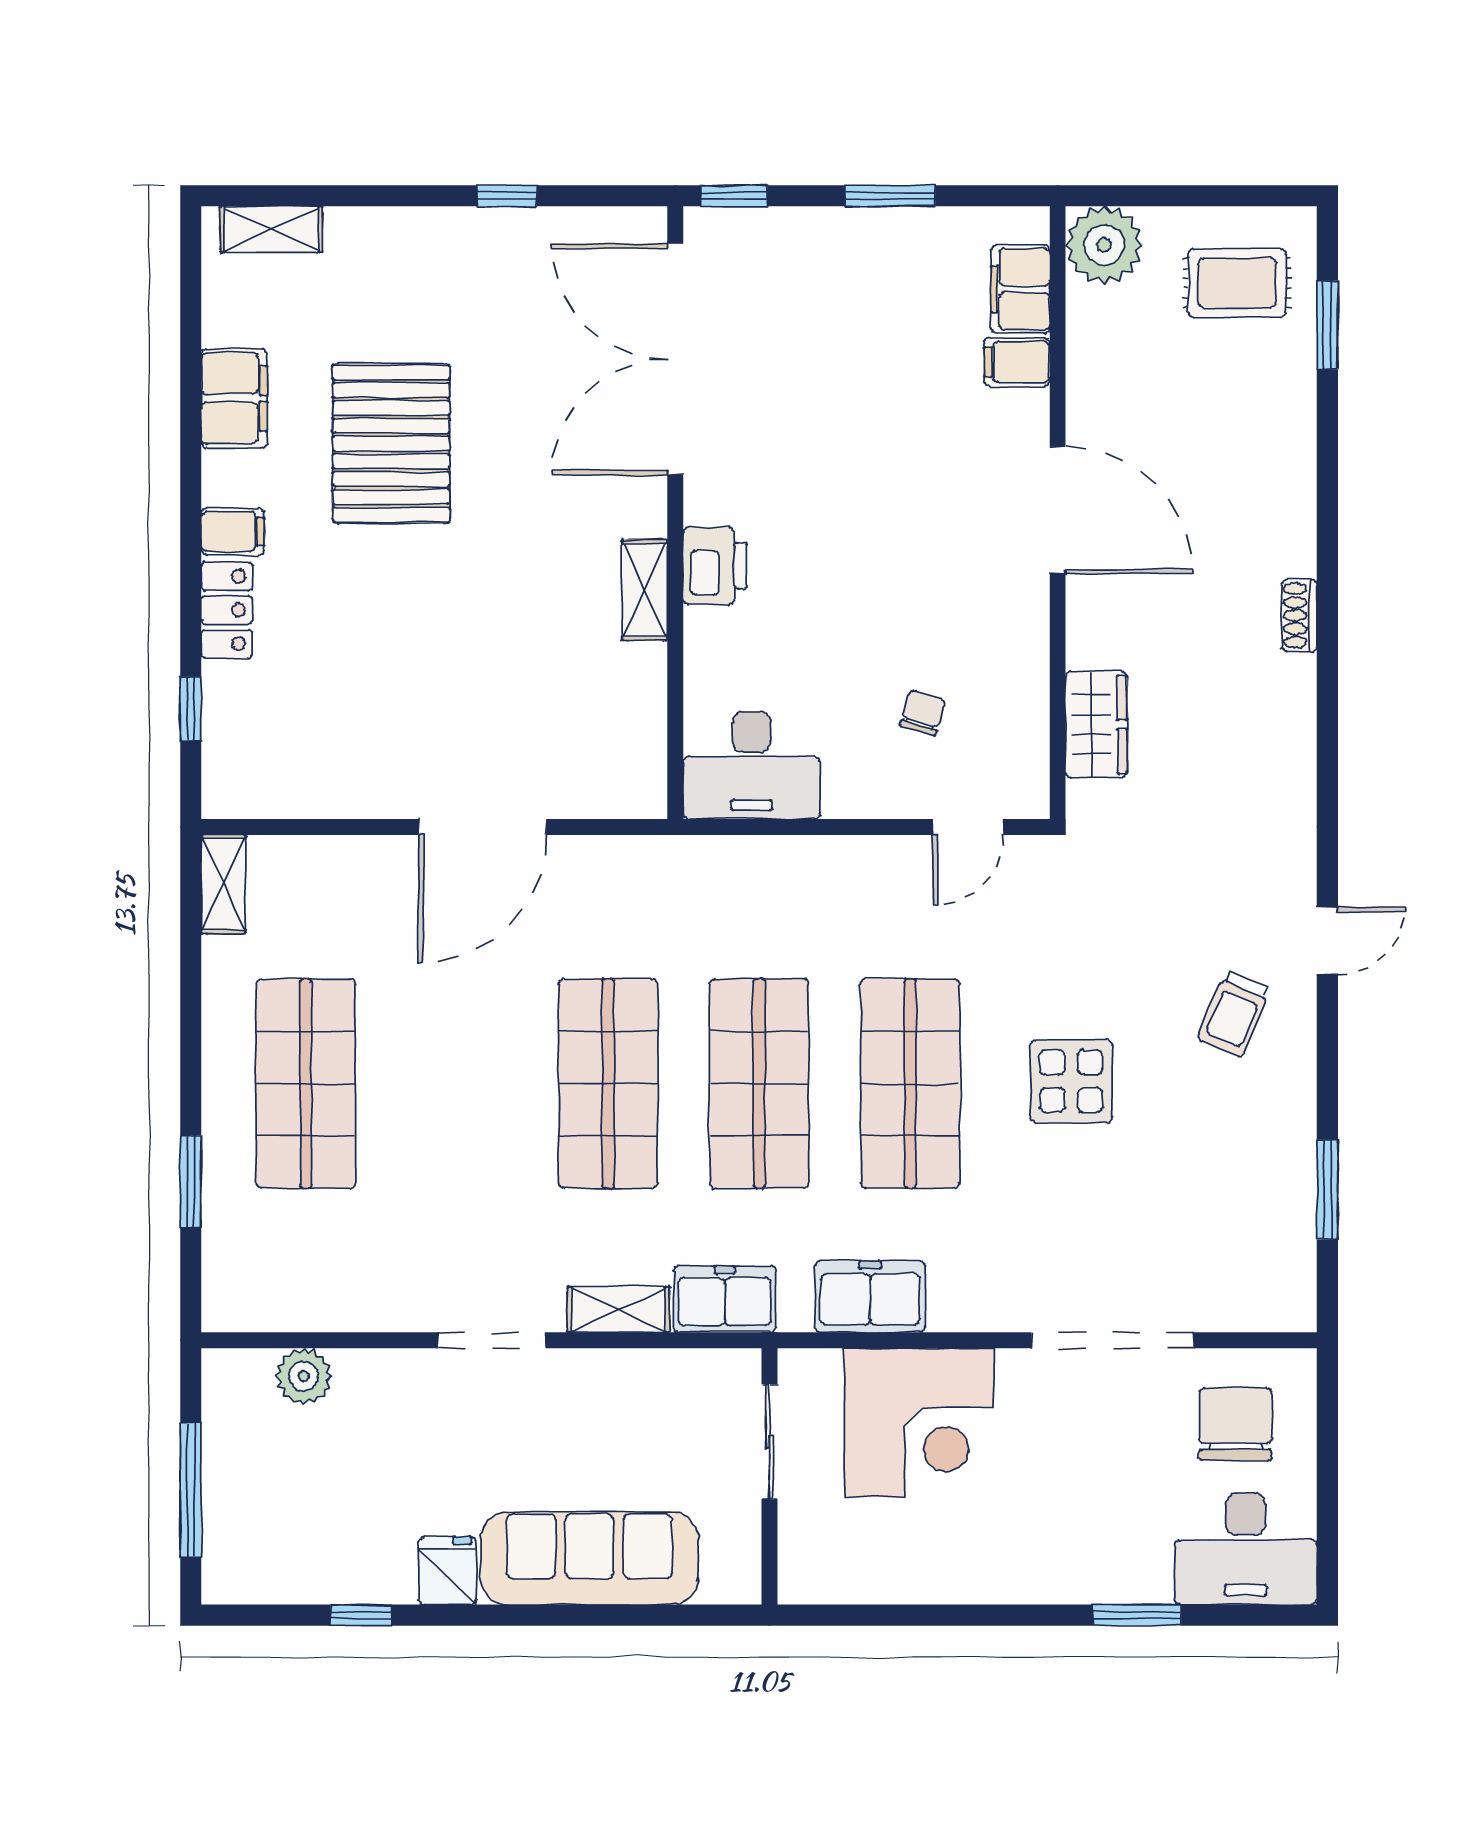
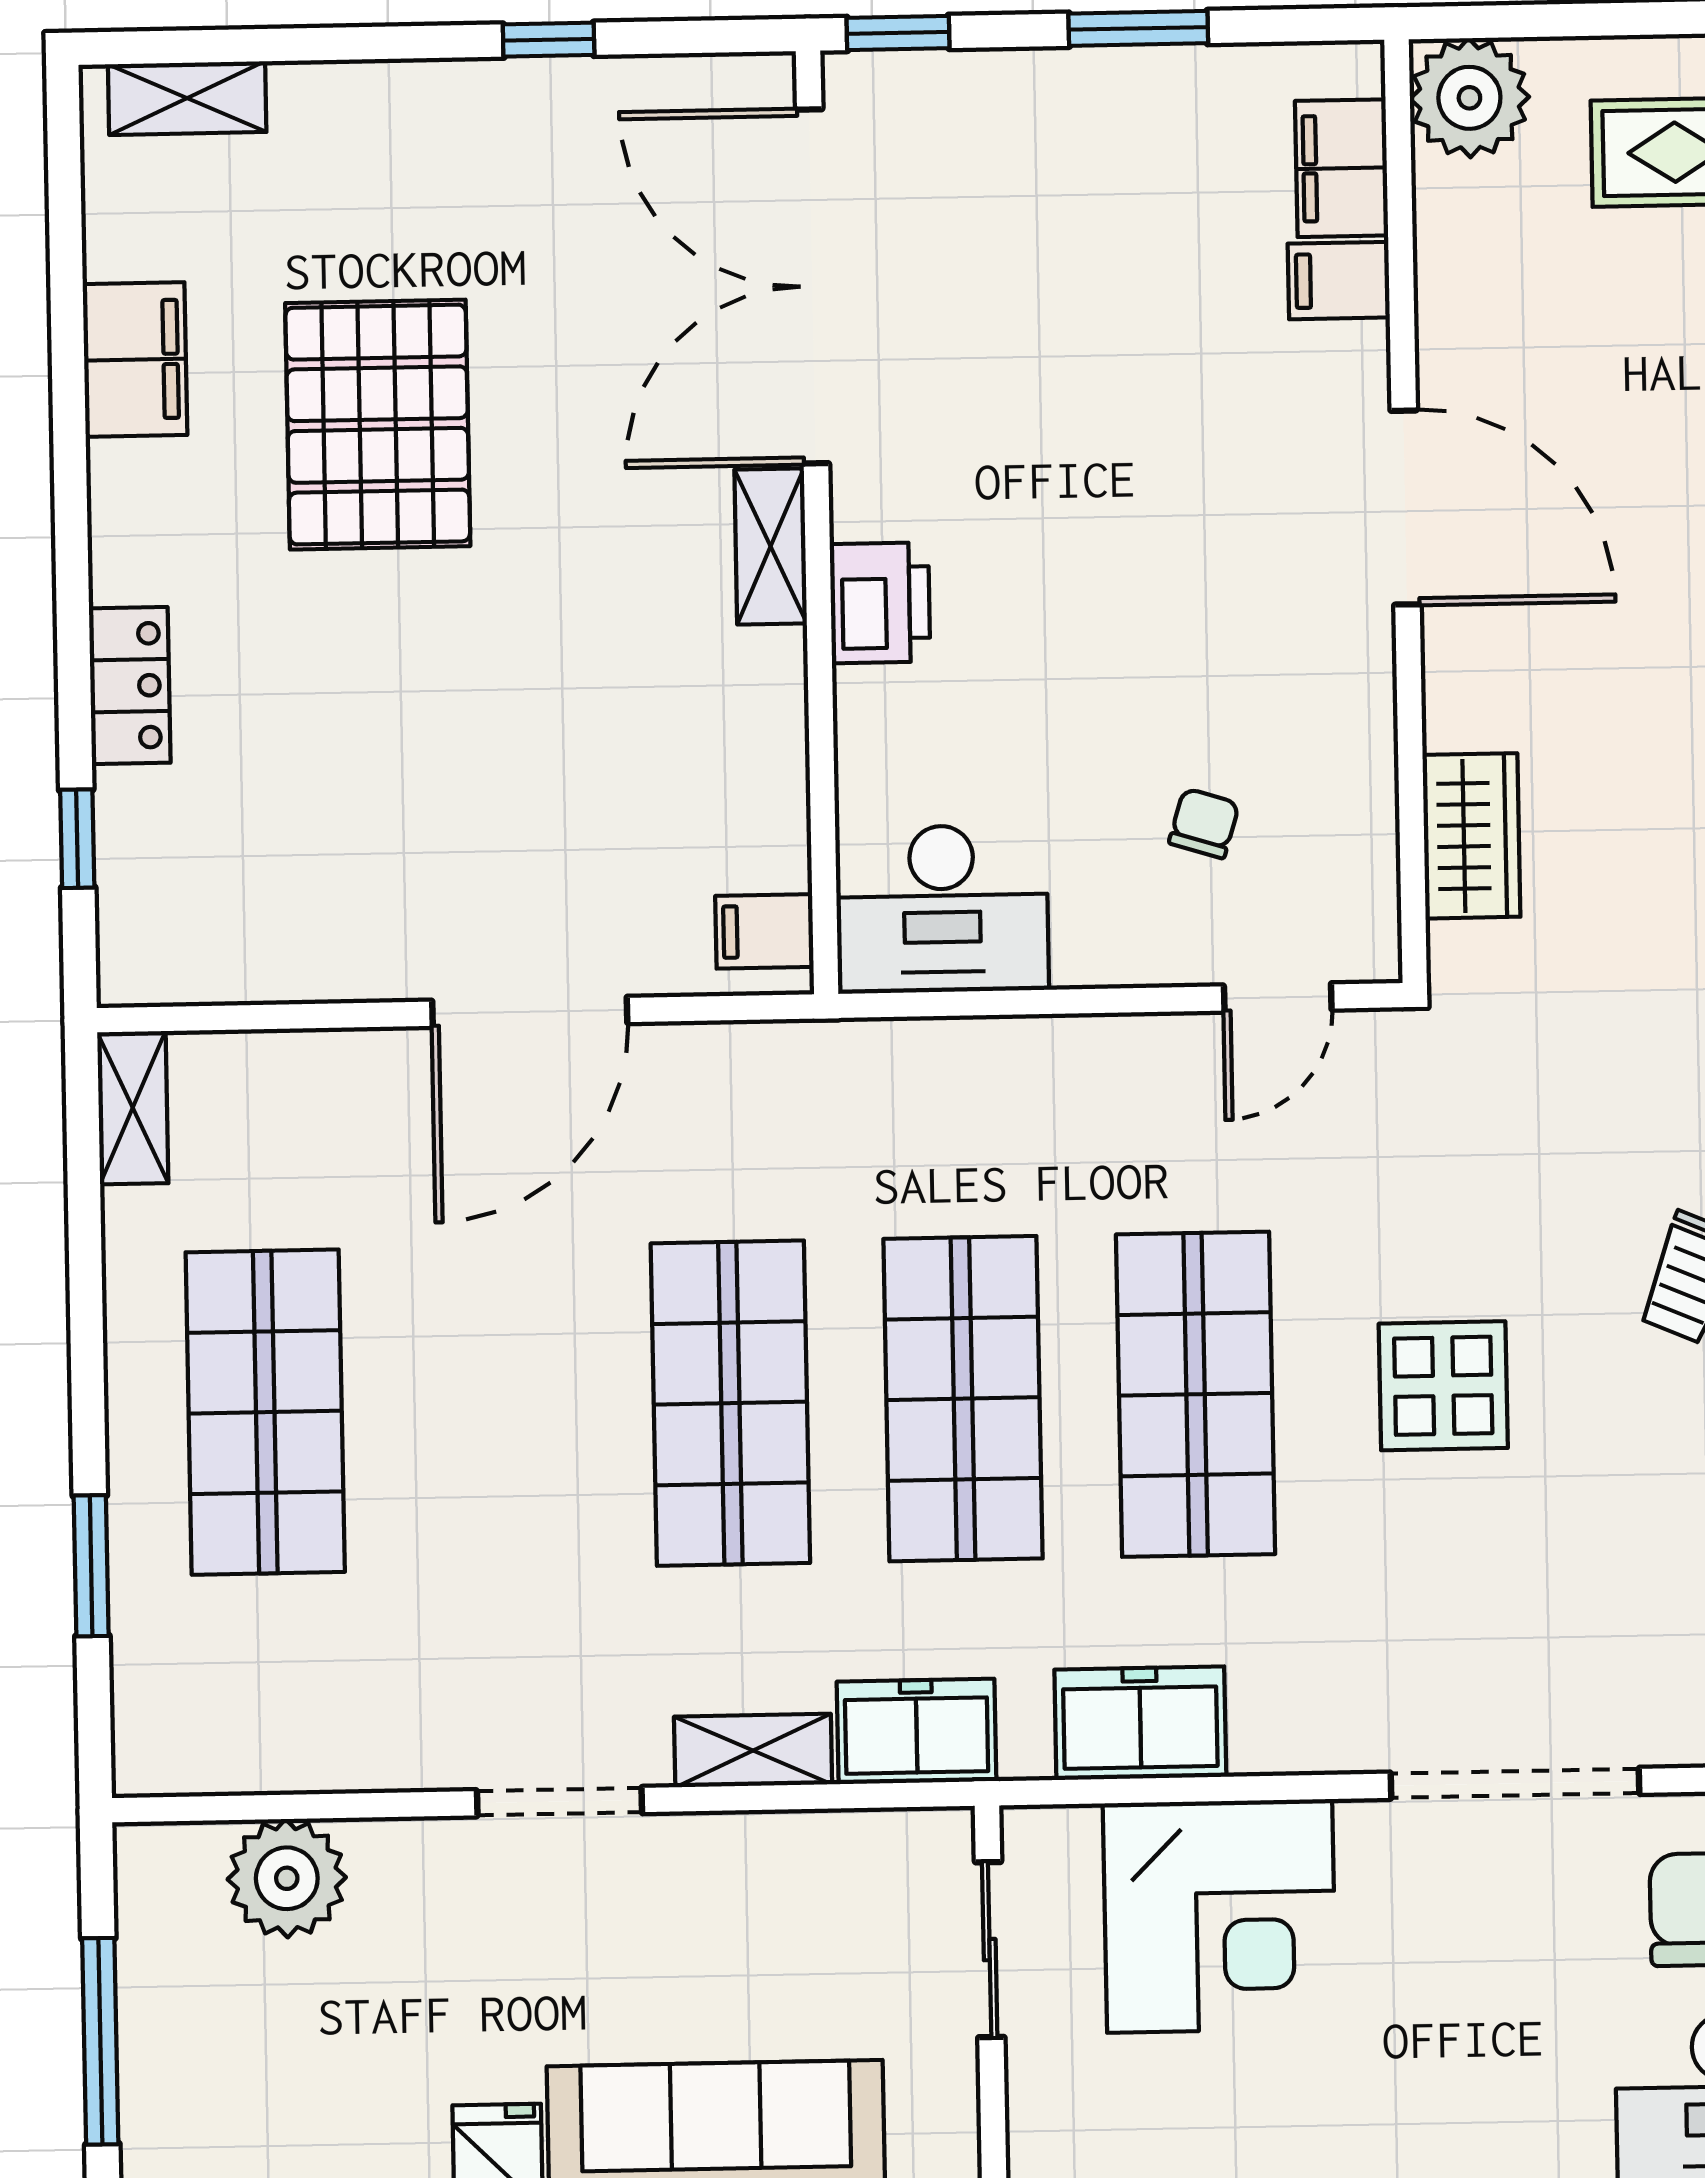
filing cabinet: (233, 532) -> (764, 931), moved, turned 180
shelving: (645, 590) -> (771, 546), moved
plant: (304, 1376) -> (287, 1878), width x1.36, depth x1.36

